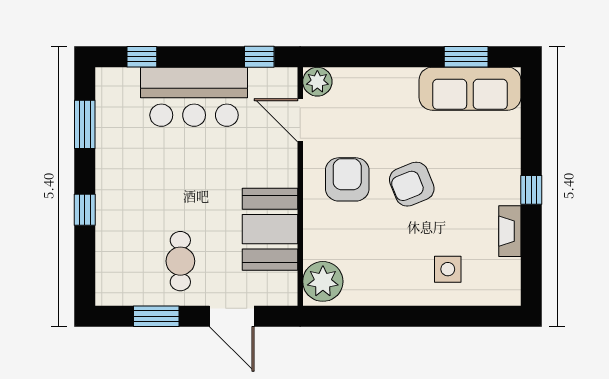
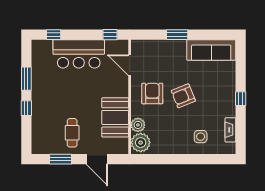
window: (466, 57) -> (177, 35), moved
plant: (317, 82) -> (138, 125), moved
window: (85, 124) -> (26, 79), moved
fireplace: (510, 231) -> (230, 130), moved

